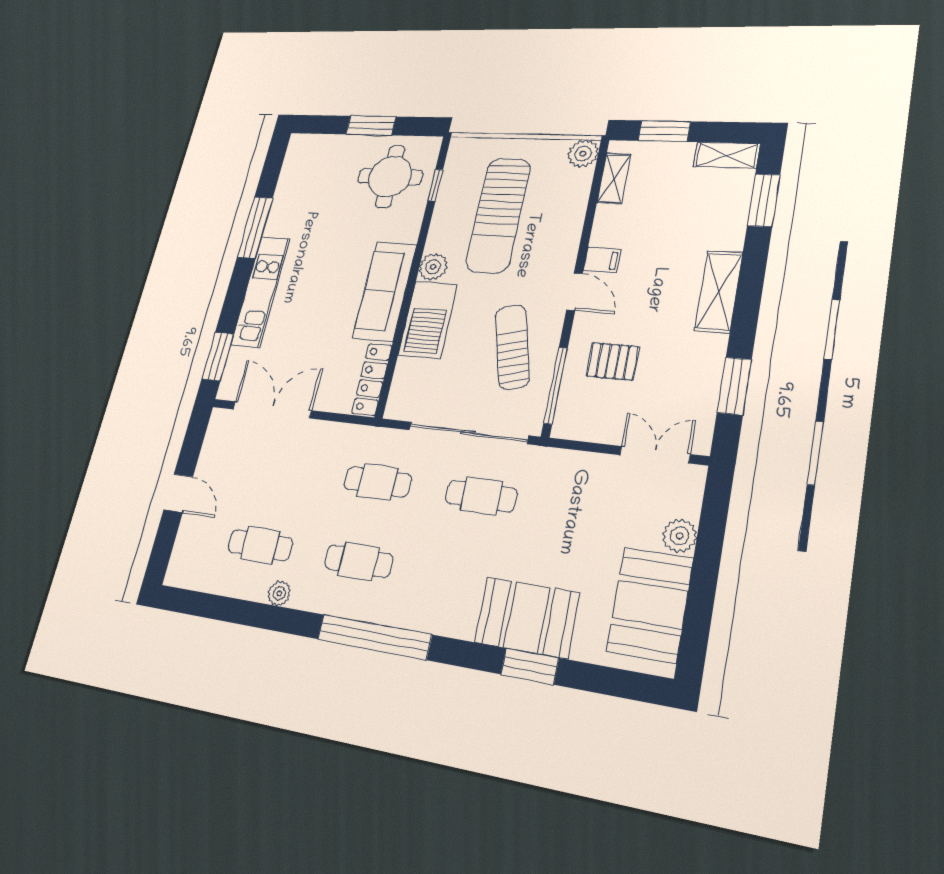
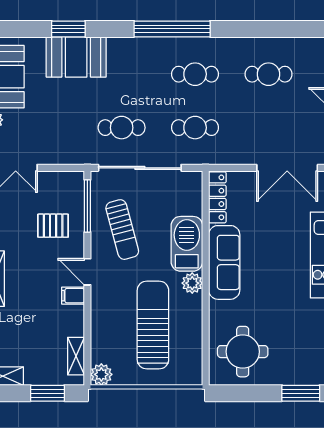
window: (371, 125) -> (301, 393), moved
window: (435, 185) -> (206, 346), removed
plant: (279, 593) -> (245, 45), removed

